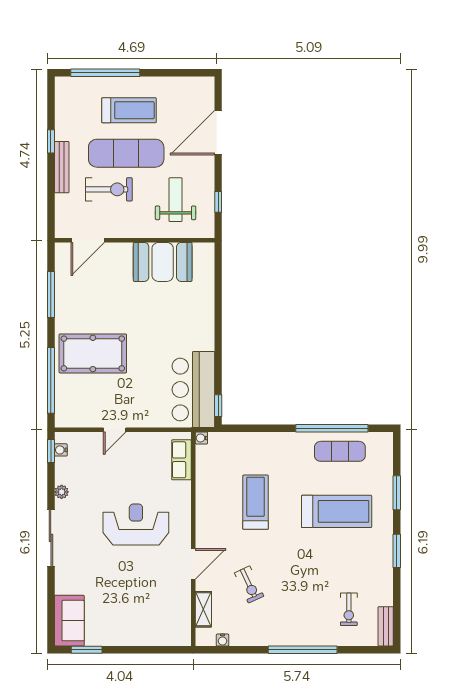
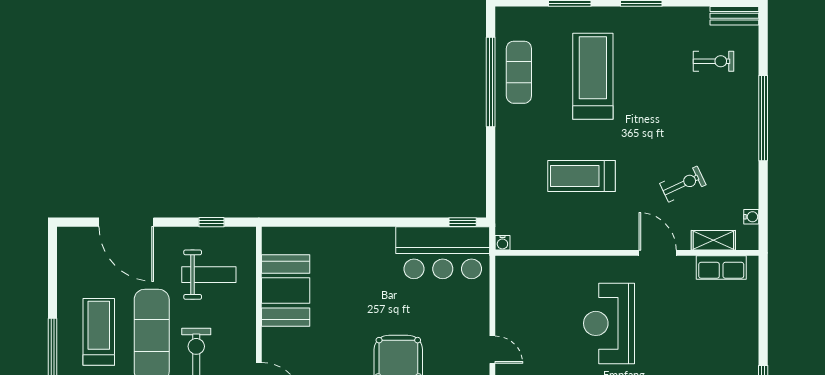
weight bench: (176, 200) -> (209, 275), turned 180
row of seats: (181, 460) -> (721, 267), moved

